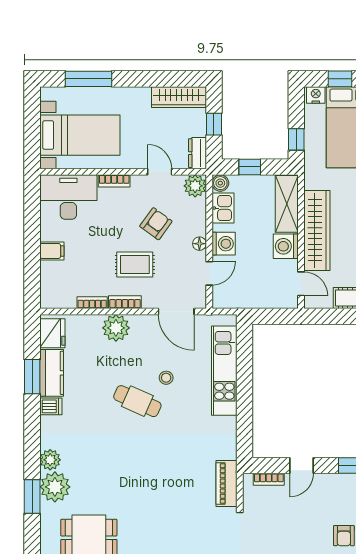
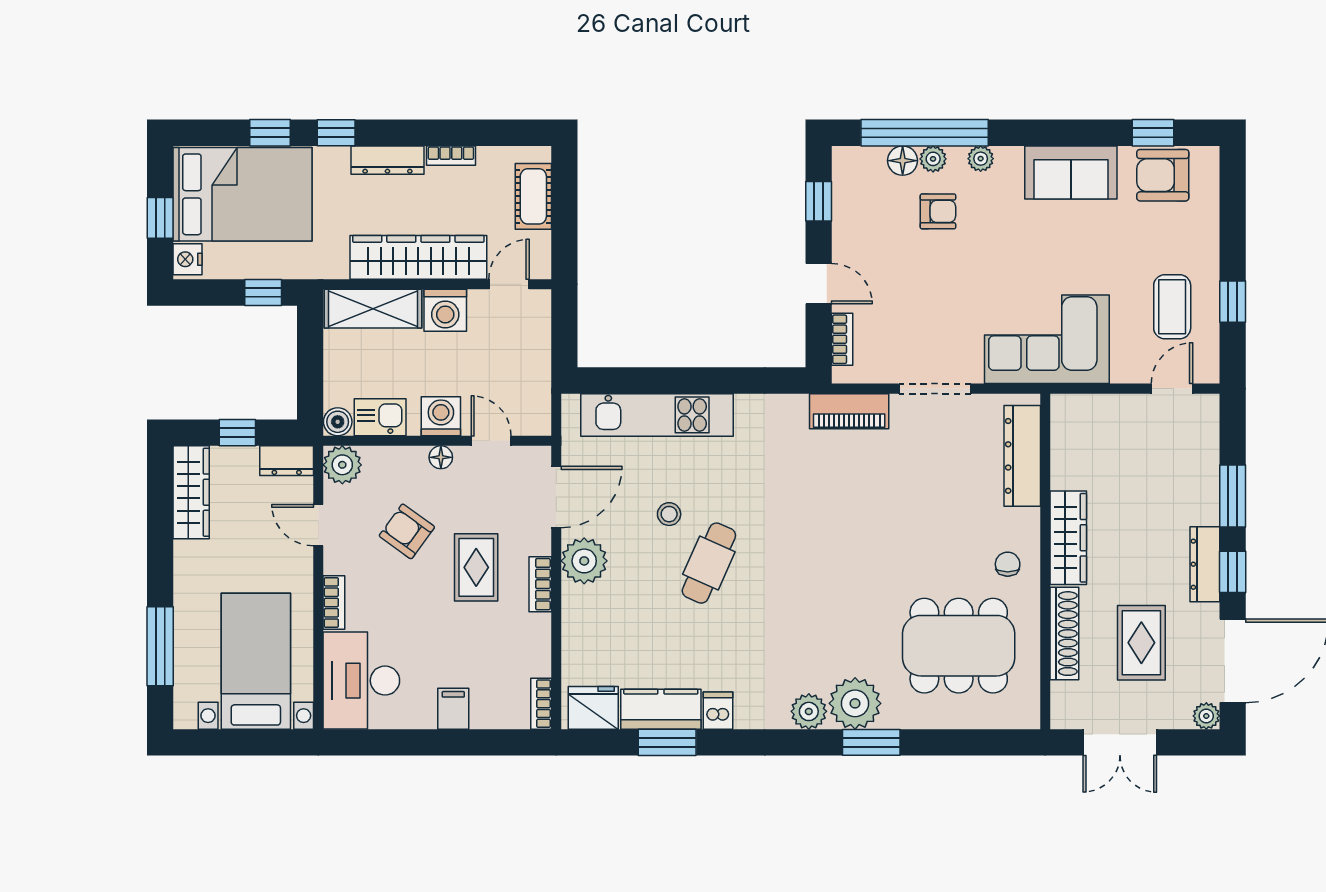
window: (250, 167) -> (310, 372), removed
door: (160, 172) -> (318, 525), hinge flipped
bookcase: (92, 303) -> (541, 704), moved
plant: (116, 328) -> (584, 561), moved

